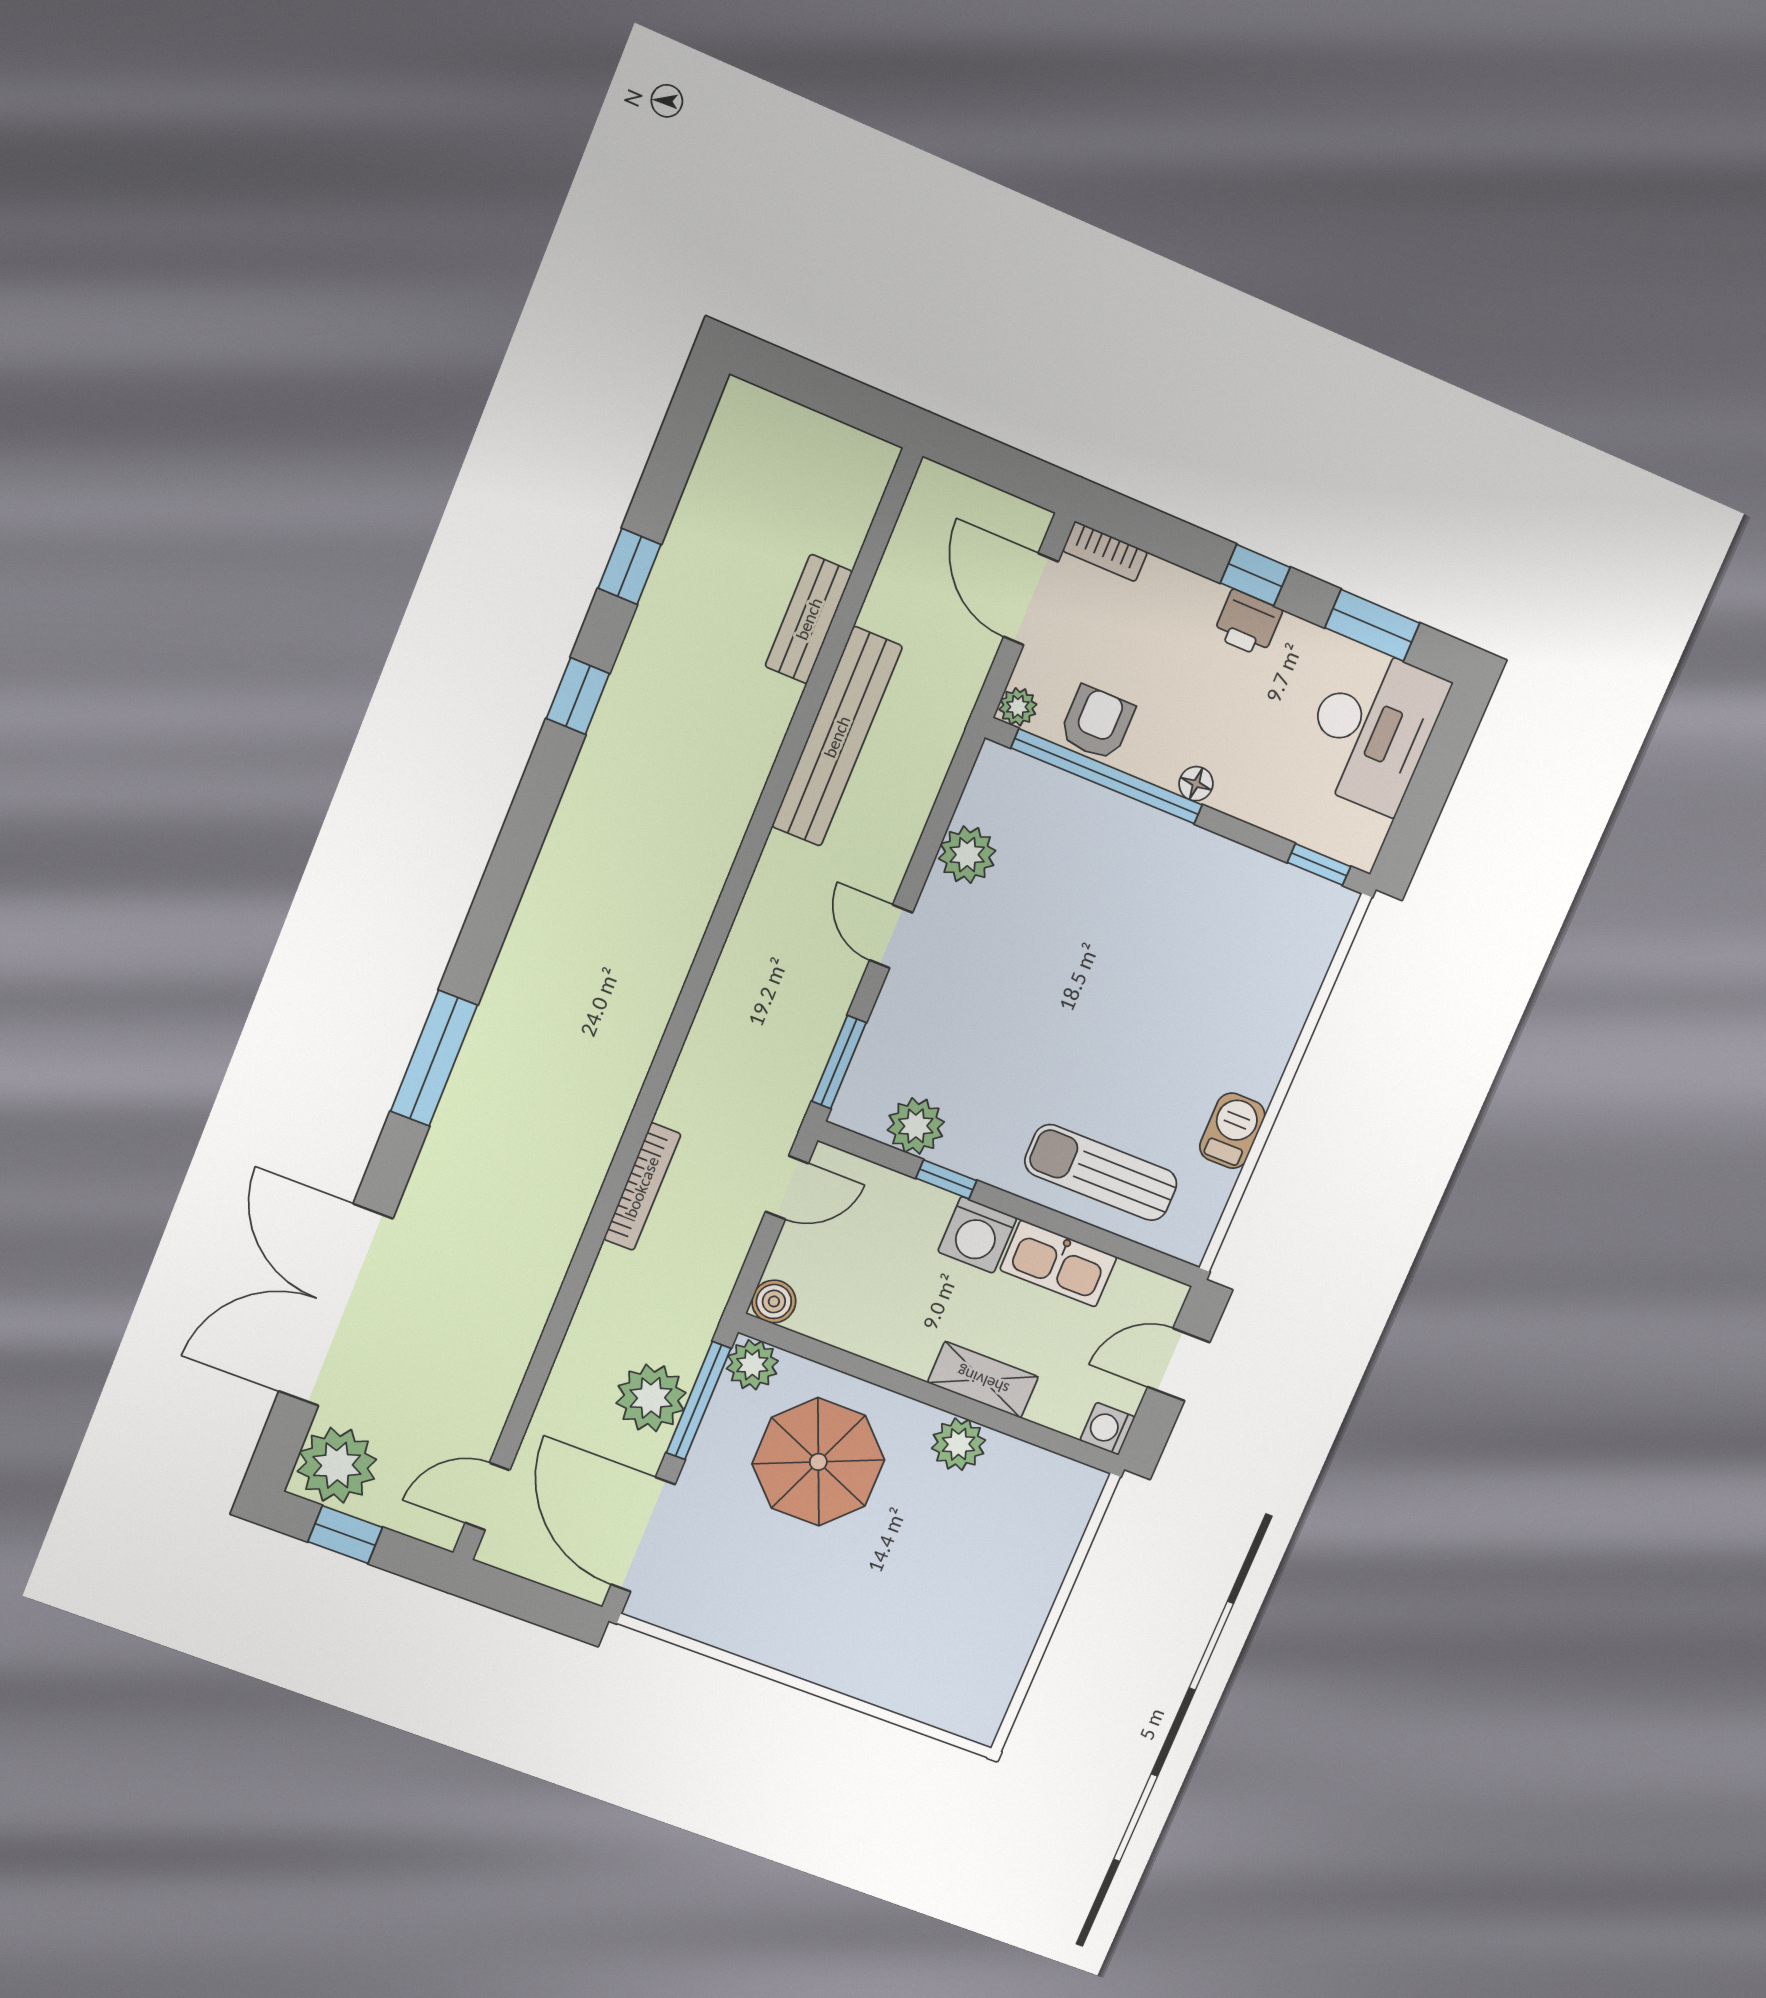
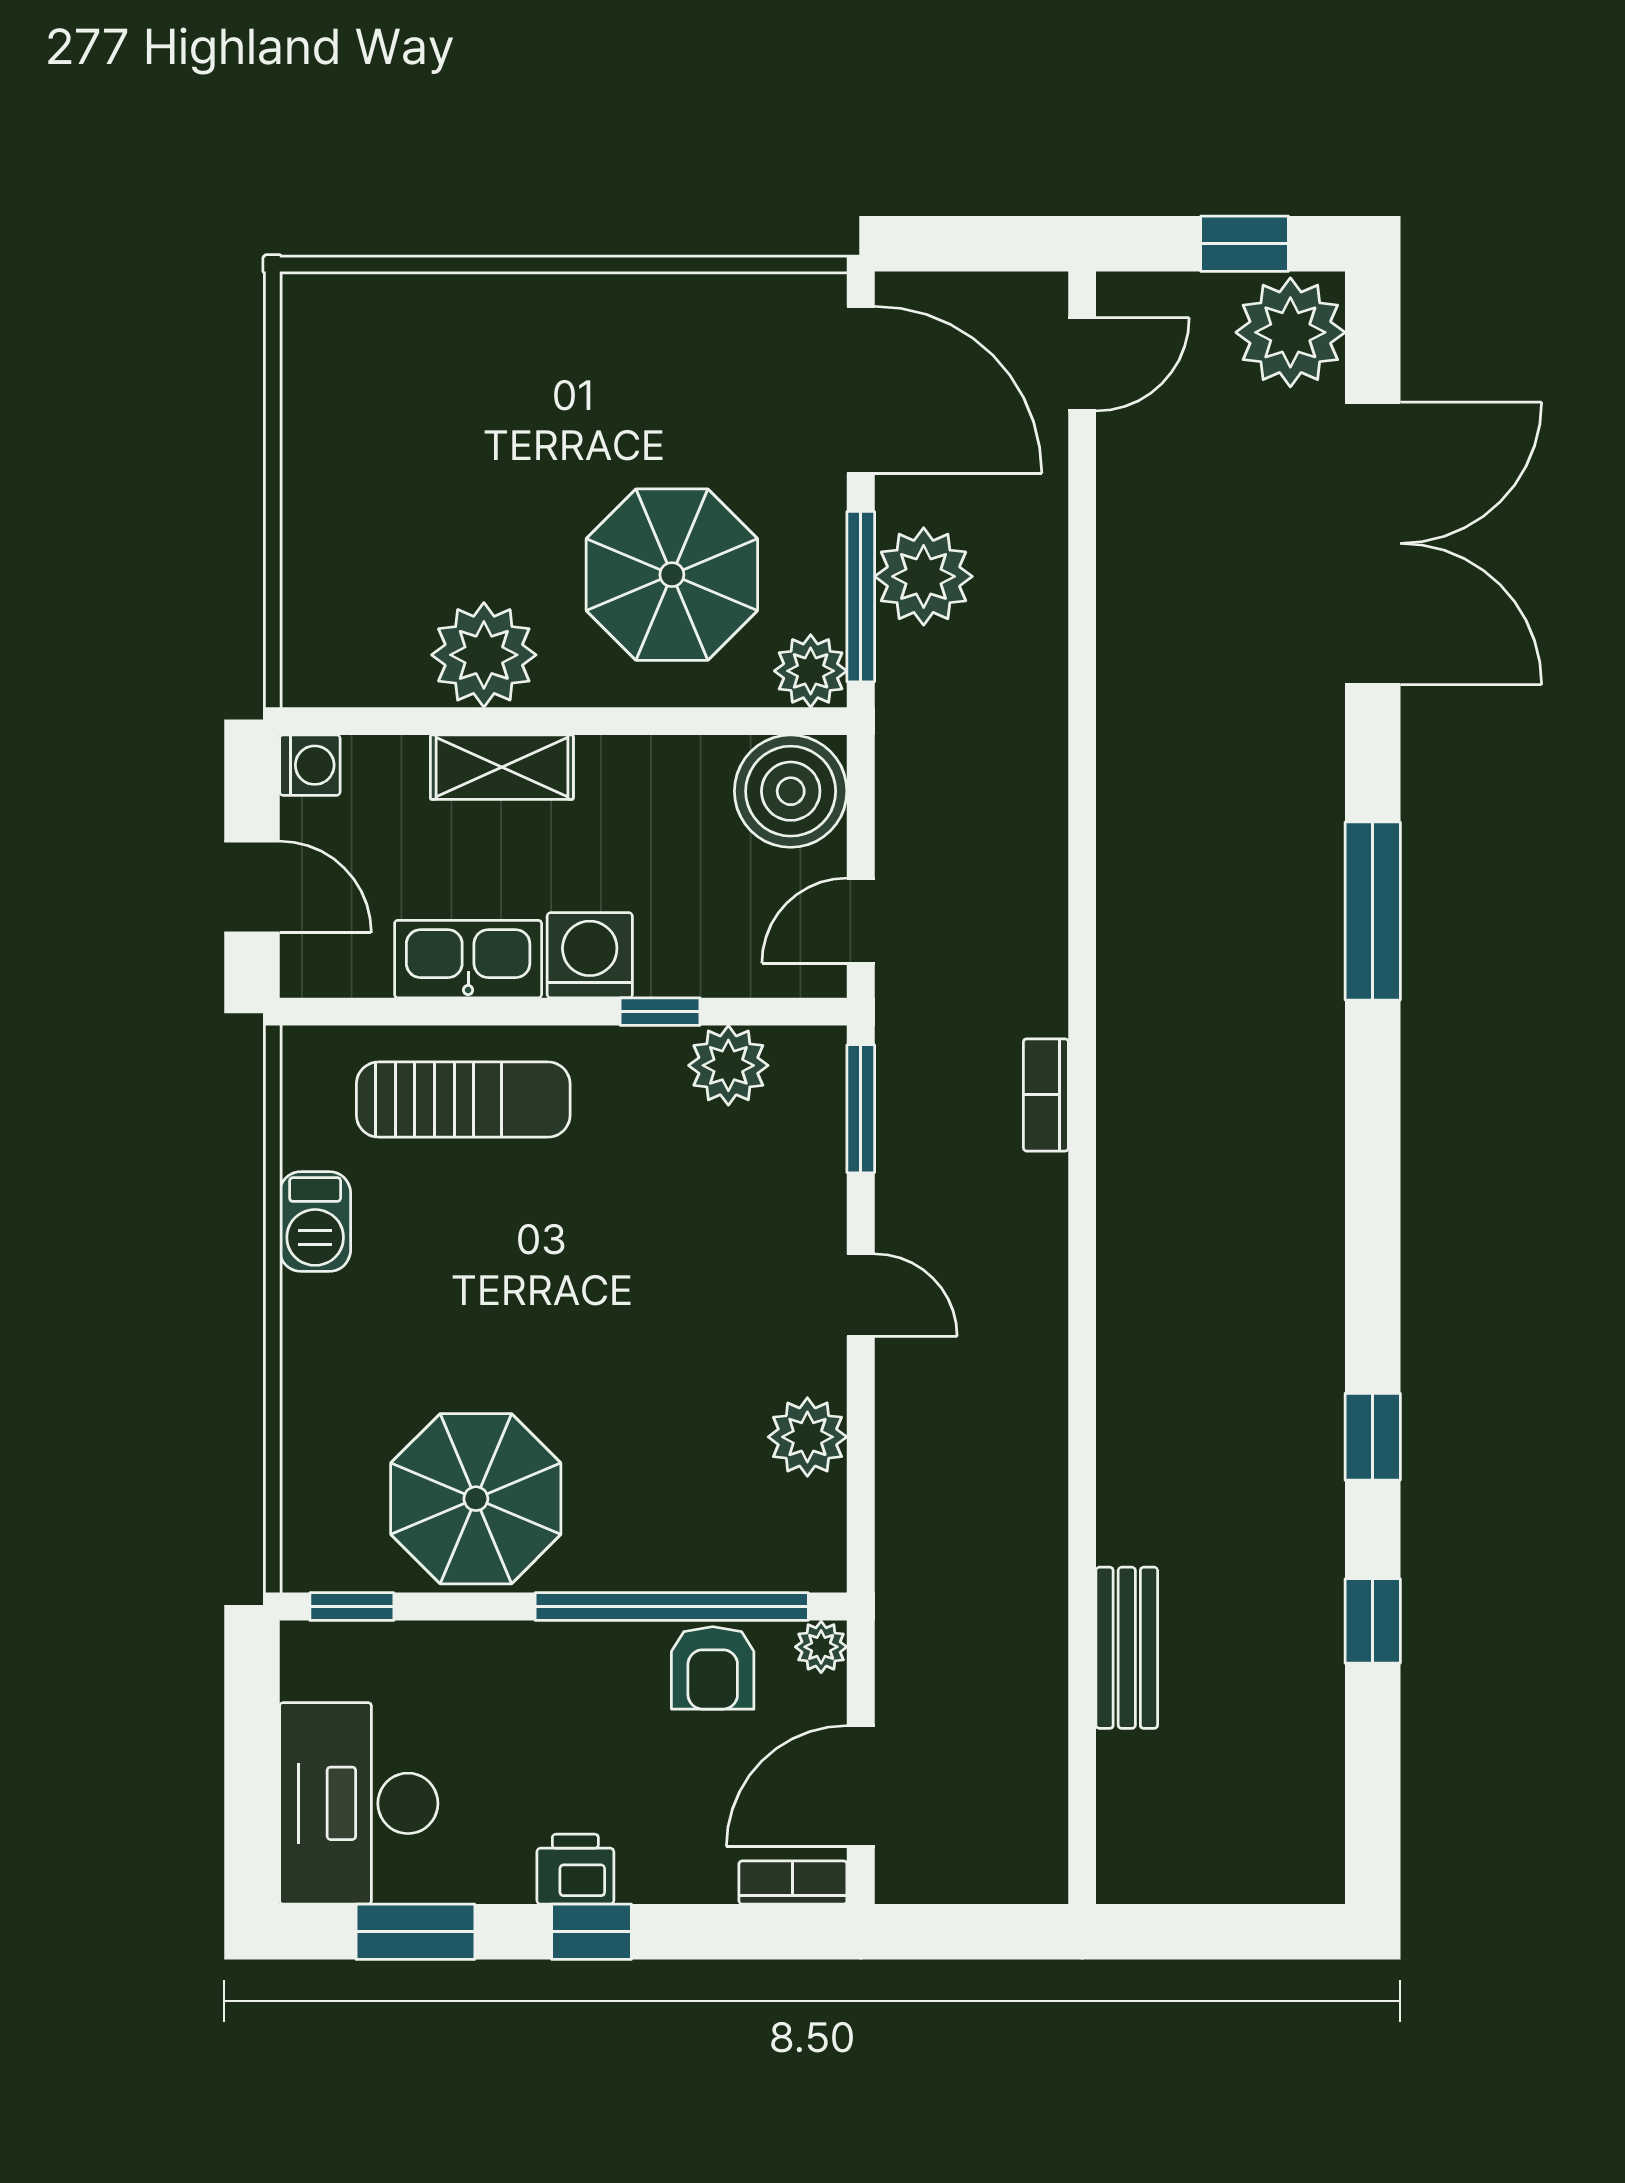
door: (1031, 599) -> (861, 1786), swing flipped
bench: (837, 737) -> (1032, 1518), removed
floor lamp: (1196, 784) -> (554, 1644), removed
parasol: (1206, 903) -> (476, 1499), added
bookcase: (642, 1187) -> (1046, 1095), moved, width x0.64
boiler: (774, 1301) -> (791, 791), width x1.86, depth x1.86
door: (1179, 1365) -> (252, 887), hinge flipped
plant: (959, 1444) -> (484, 655), width x1.36, depth x1.36

